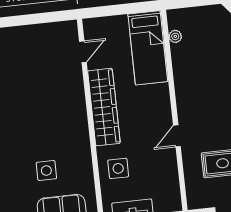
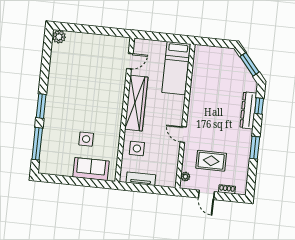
plant: (175, 36) -> (185, 177), moved
door: (177, 136) -> (183, 135), hinge flipped

